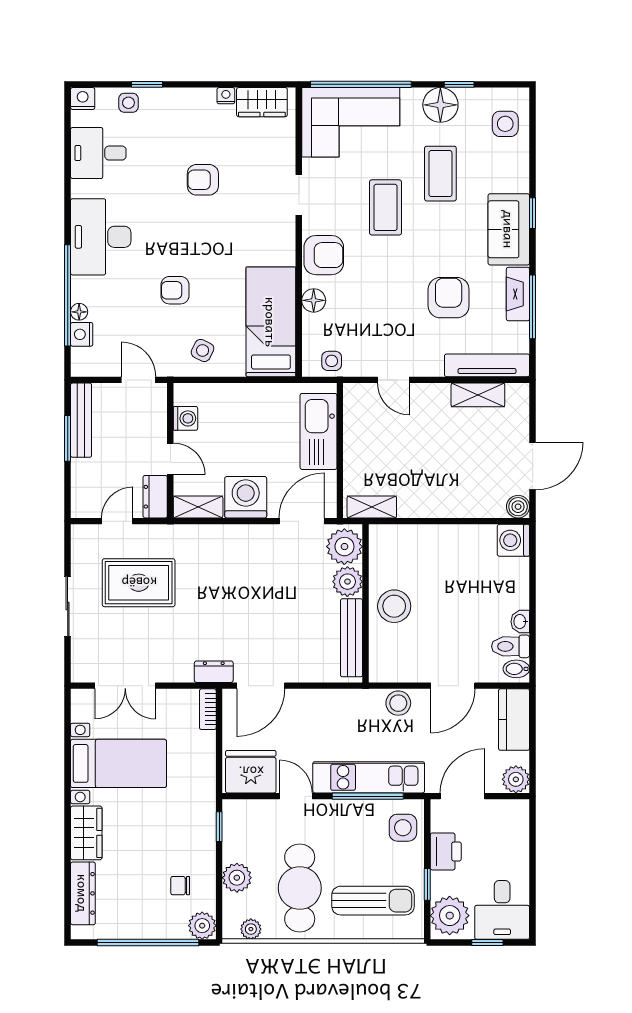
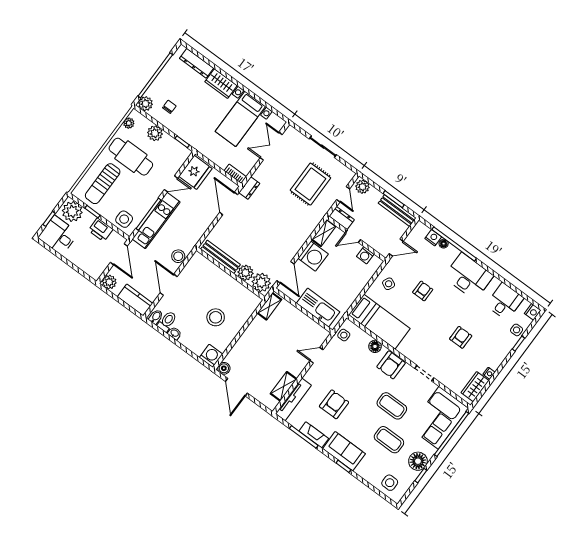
armchair: (449, 298) -> (334, 404), turned -90
plant: (84, 500) -> (362, 187), added
stool: (394, 606) -> (216, 317), moved

